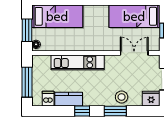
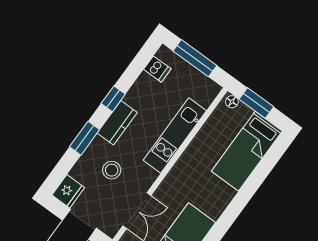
stool: (122, 97) -> (112, 170), moved
kitchen counter: (69, 99) -> (117, 123), moved

